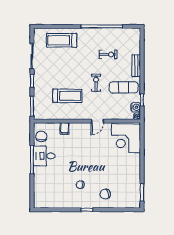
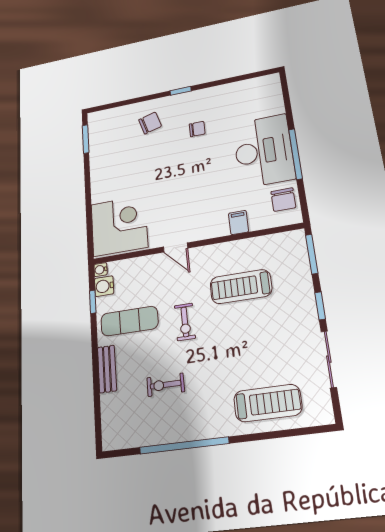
door: (97, 121) -> (175, 248), swing flipped
desk: (44, 156) -> (263, 151), width x1.87, depth x1.30

